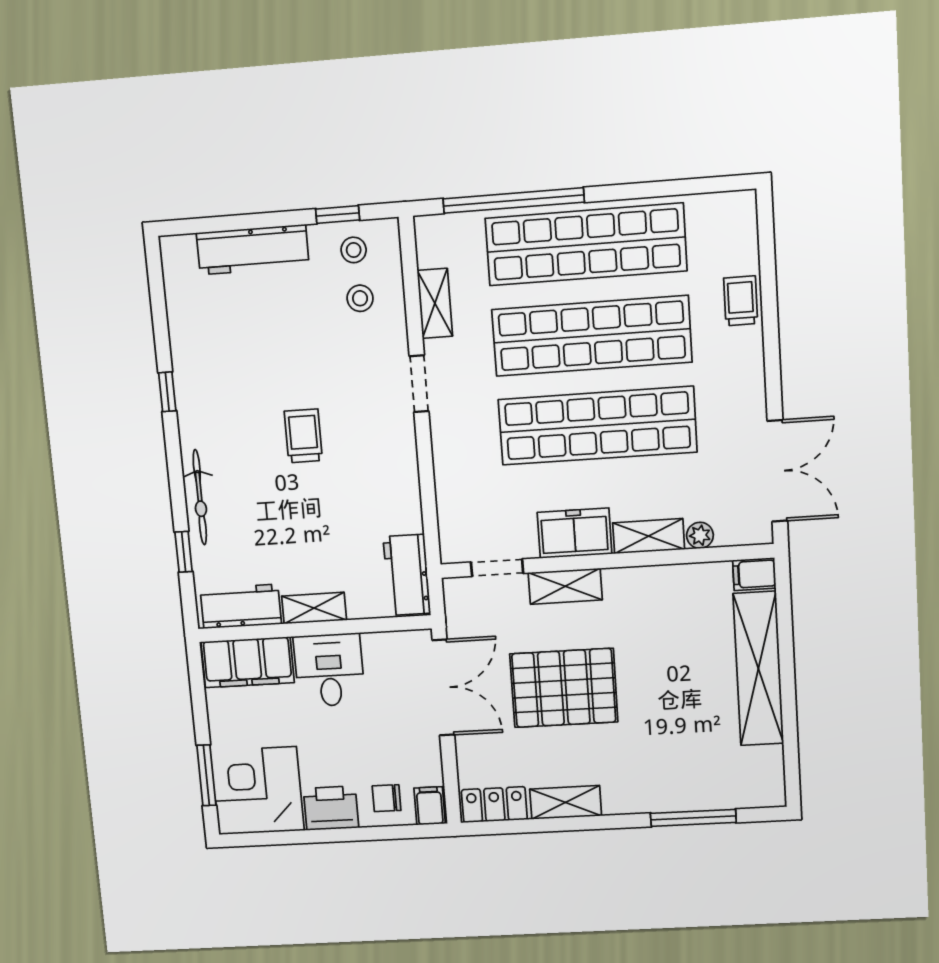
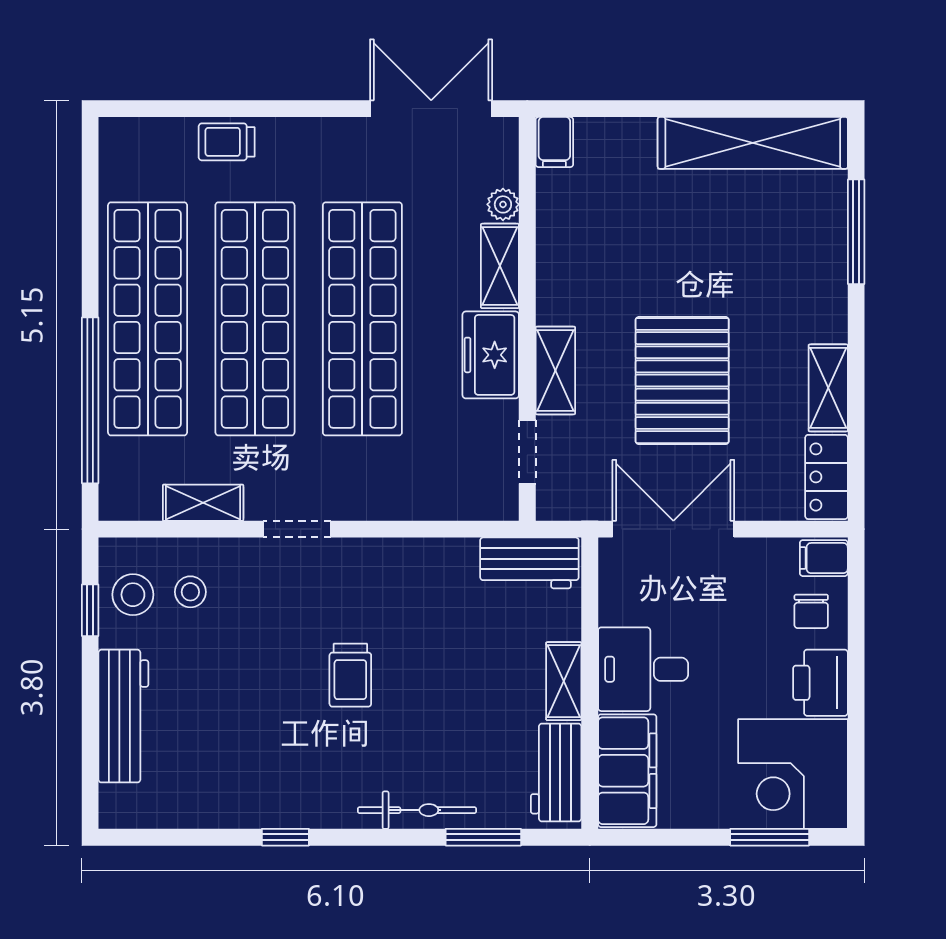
stool: (354, 250) -> (133, 595), width x1.37, depth x1.37
trolley: (303, 436) -> (350, 675), turned -90
window: (184, 552) -> (483, 837), width x1.50
shelving: (758, 669) -> (753, 143), moved

